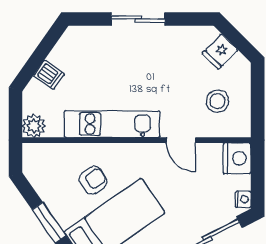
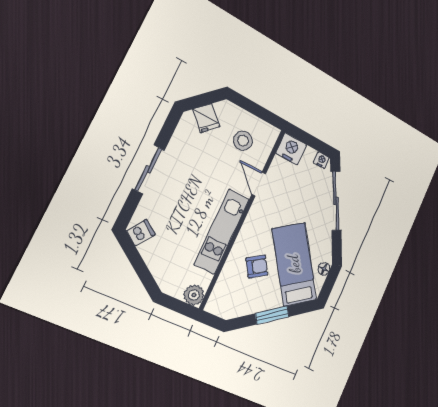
dishwasher: (49, 75) -> (141, 233), moved
door: (181, 140) -> (259, 184), swing flipped
armchair: (93, 180) -> (257, 267), turned 91

